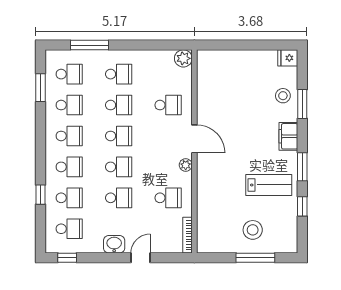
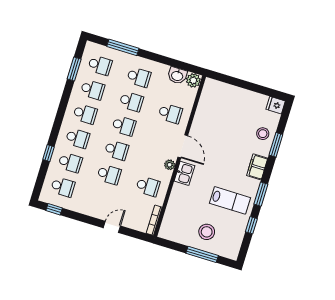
kitchen sink: (206, 170) -> (184, 173), added
washbasin: (114, 244) -> (177, 76), moved, turned 180

